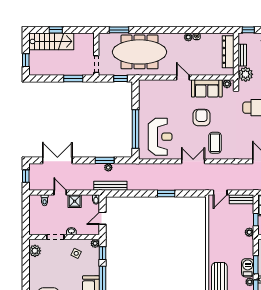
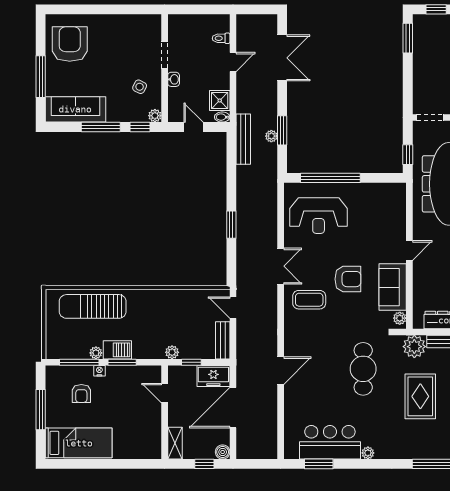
window: (73, 79) -> (408, 38), moved
window: (26, 176) -> (258, 9), removed
shower: (75, 201) -> (220, 101), moved
plant: (35, 251) -> (144, 23), removed

